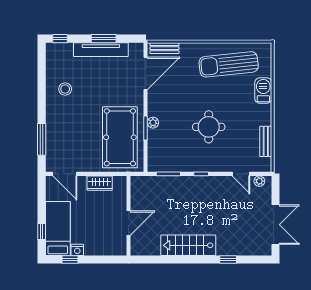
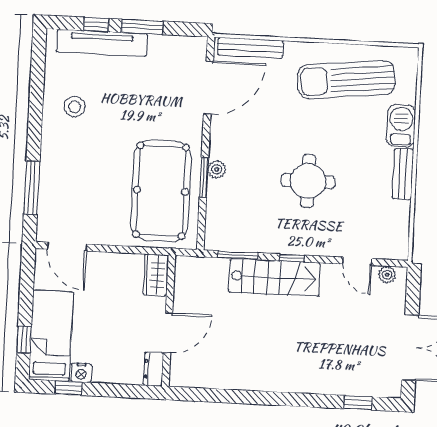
window: (60, 39) -> (96, 25), moved
bench: (164, 48) -> (250, 48), width x1.36
tv unit: (101, 50) -> (102, 43), moved
bench: (266, 141) -> (403, 174), moved
wardrobe: (100, 183) -> (156, 275), moved, turned 90
dresser: (121, 245) -> (153, 369), added
stairs: (188, 245) -> (275, 277), moved, turned 180
window: (228, 260) -> (358, 403), moved

